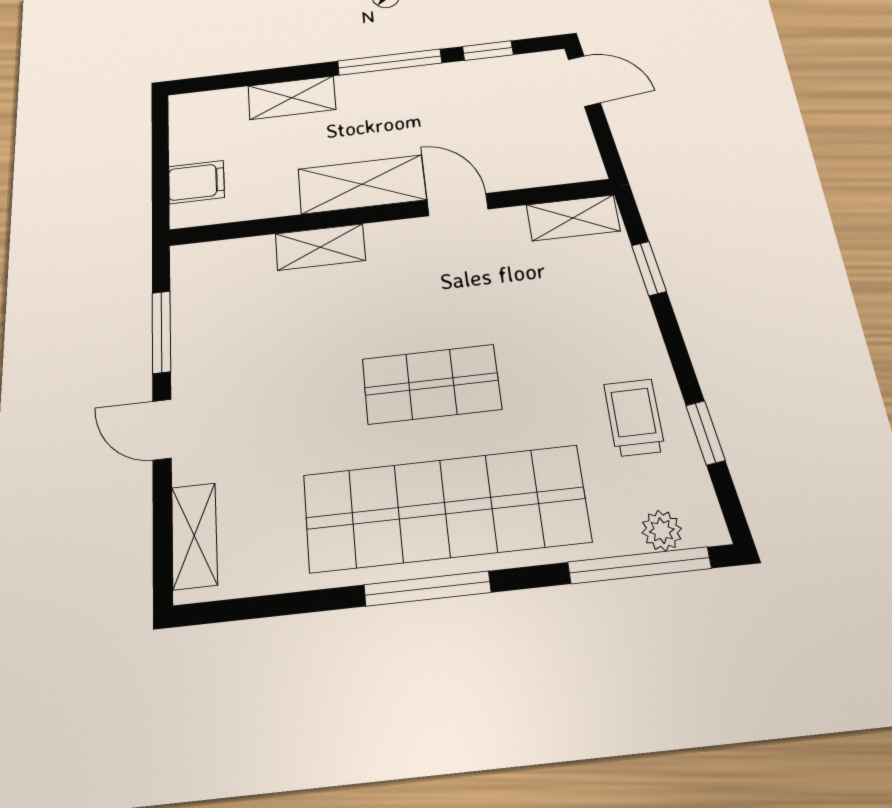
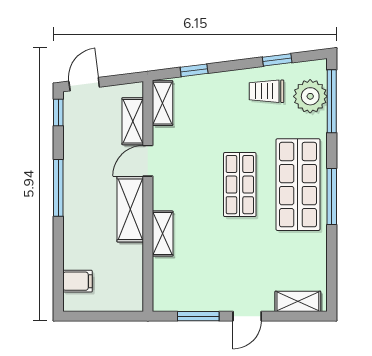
window: (488, 51) -> (58, 113), moved
shelving: (292, 98) -> (133, 121), moved
filing cabinet: (196, 182) -> (78, 281), moved, turned 90
shop shelf: (445, 508) -> (298, 185), width x0.71
plant: (662, 531) -> (310, 96), width x1.88, depth x1.88

